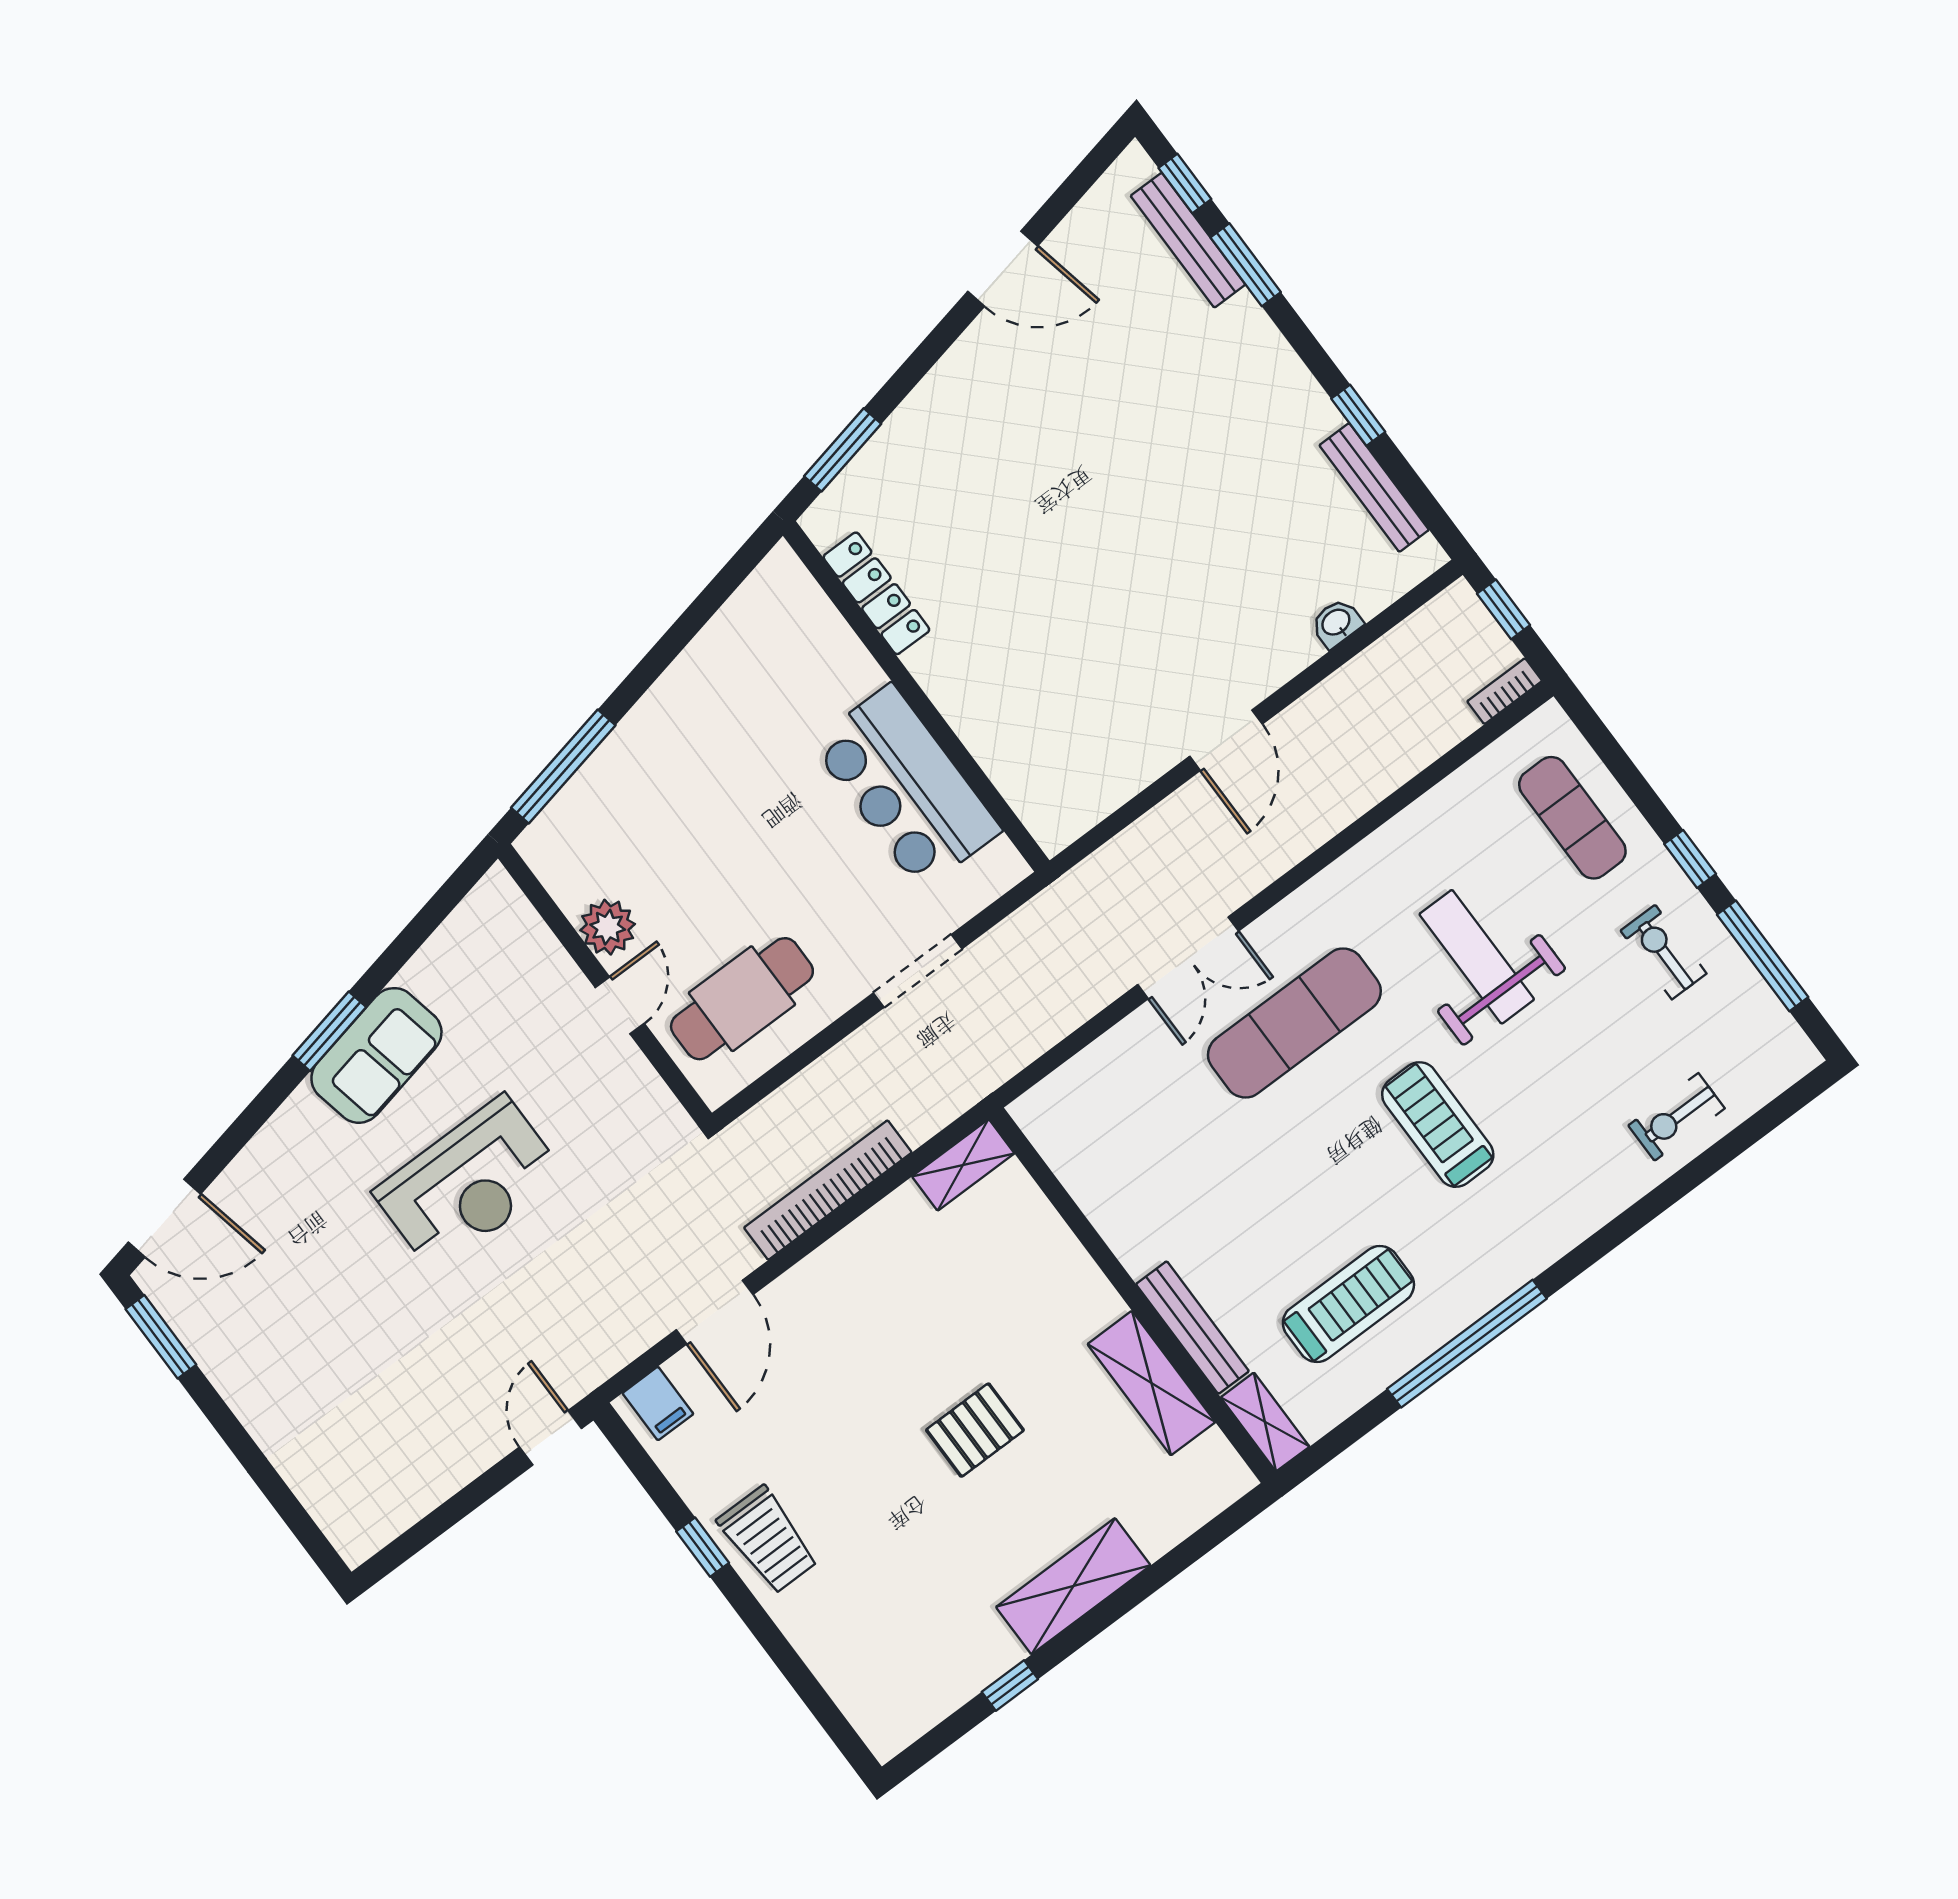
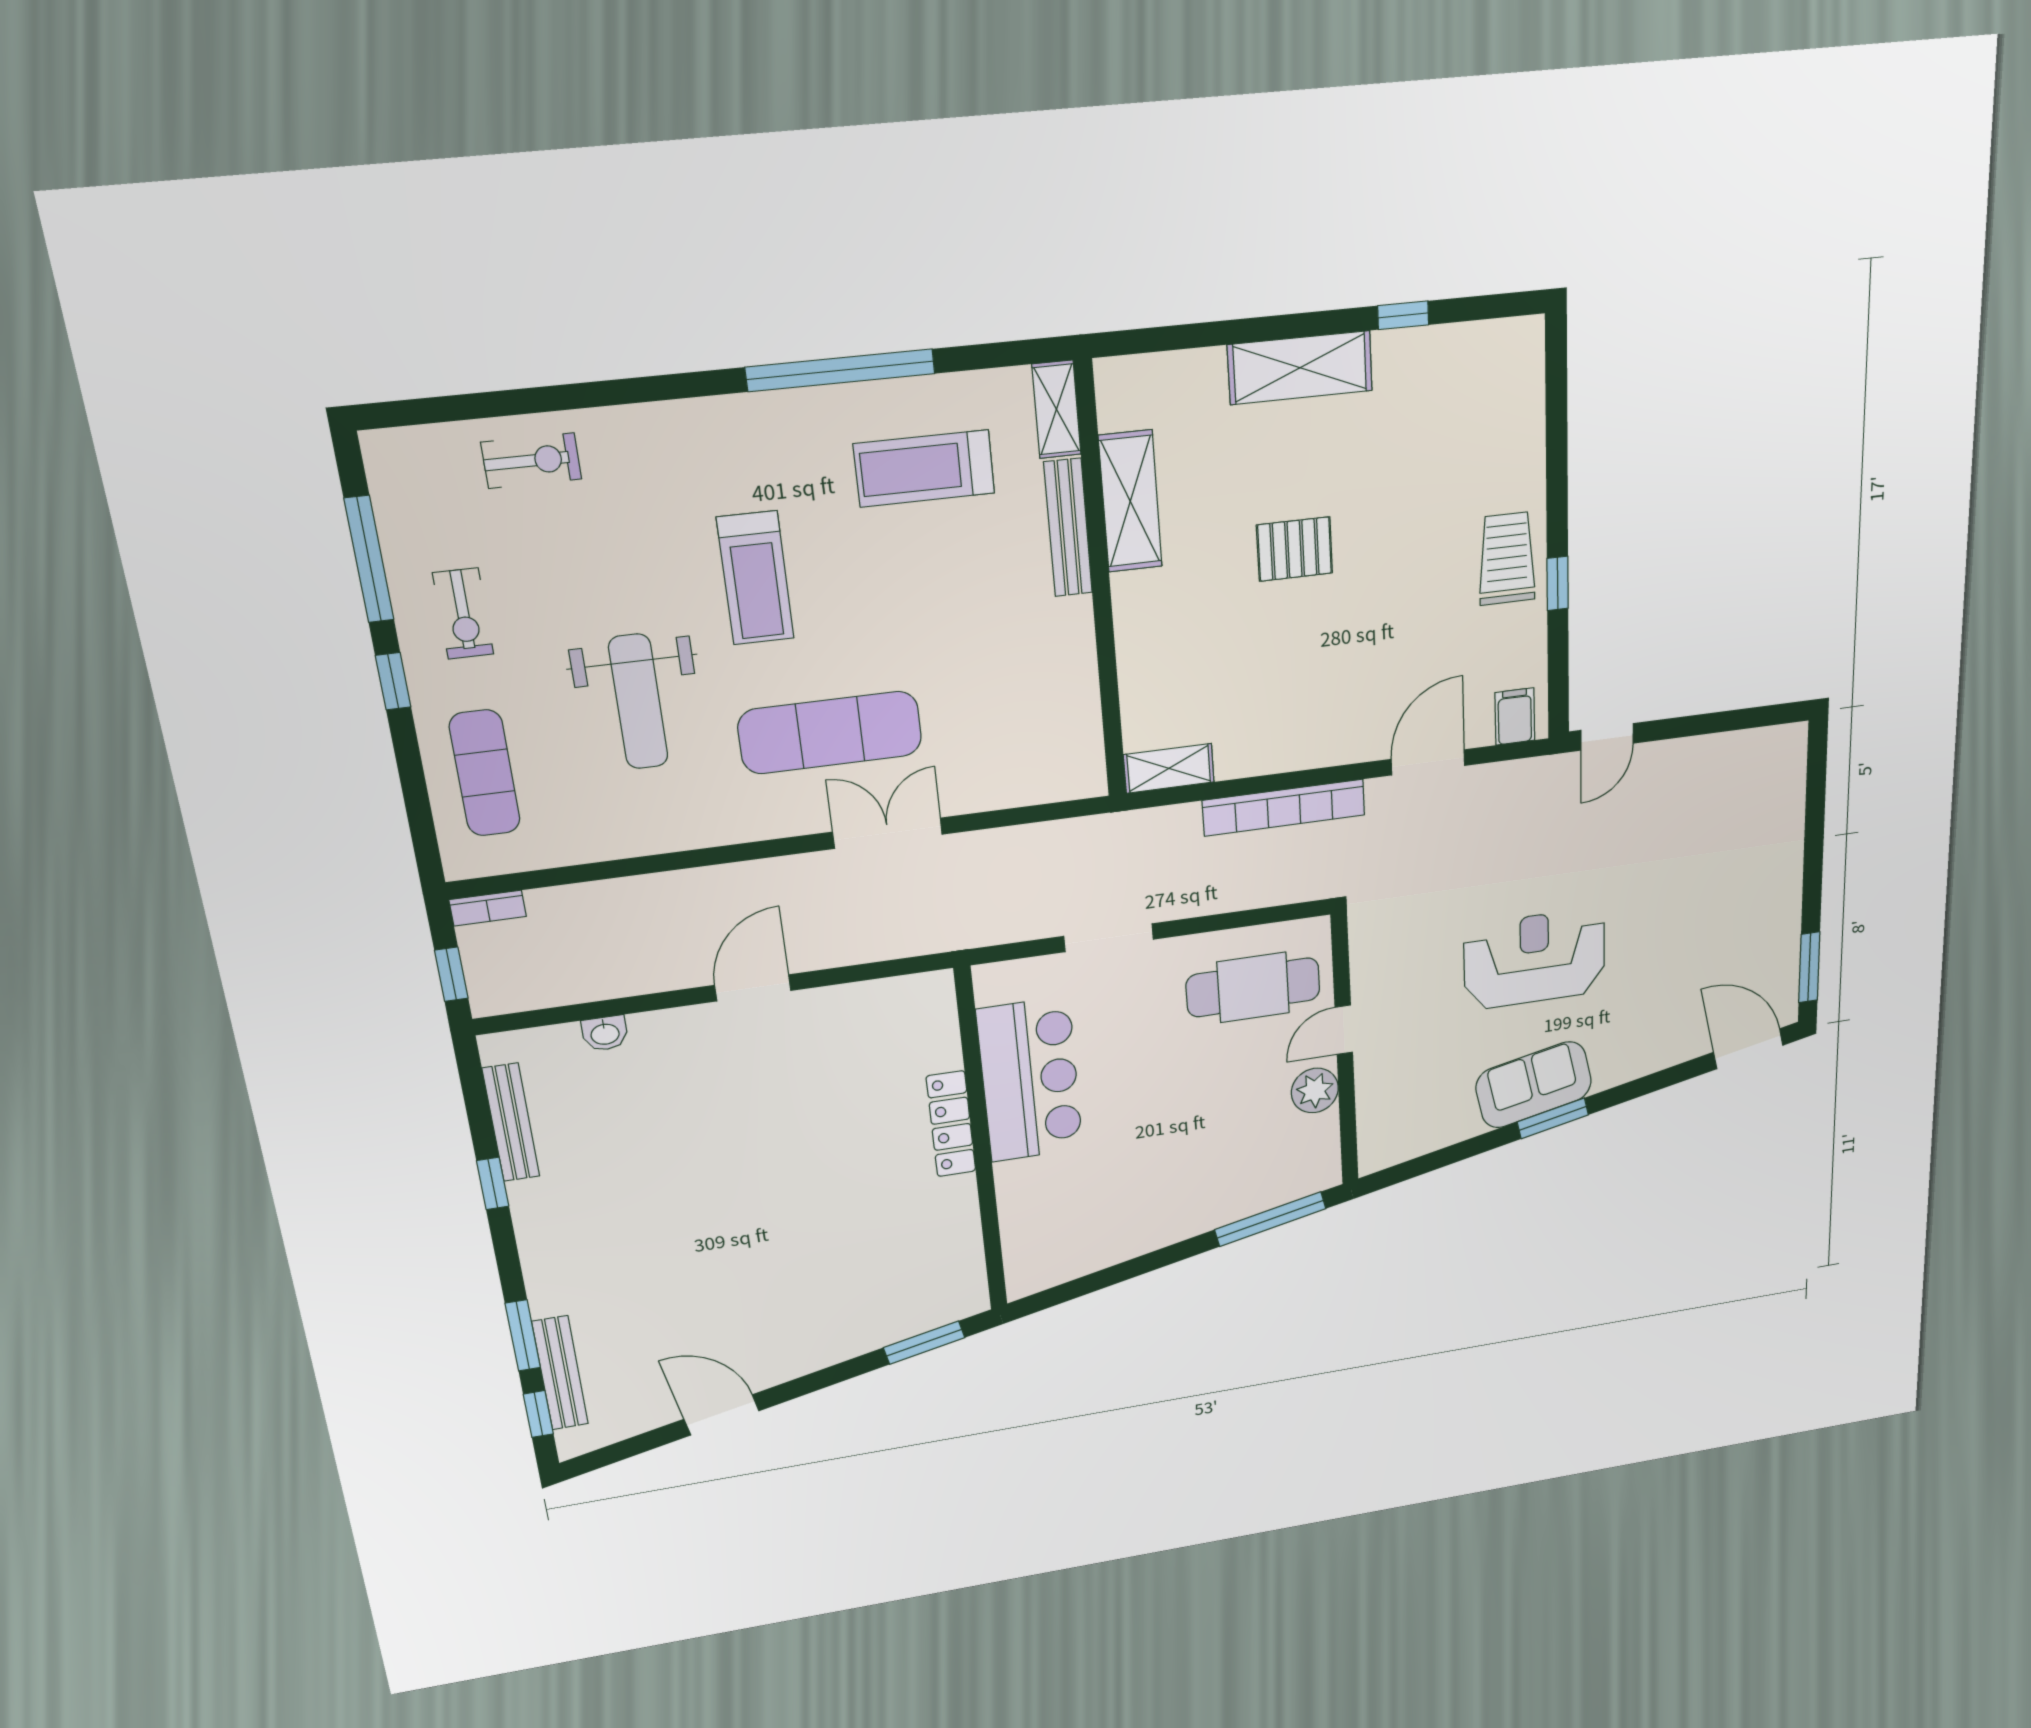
locker: (876, 593) -> (951, 1124), moved

